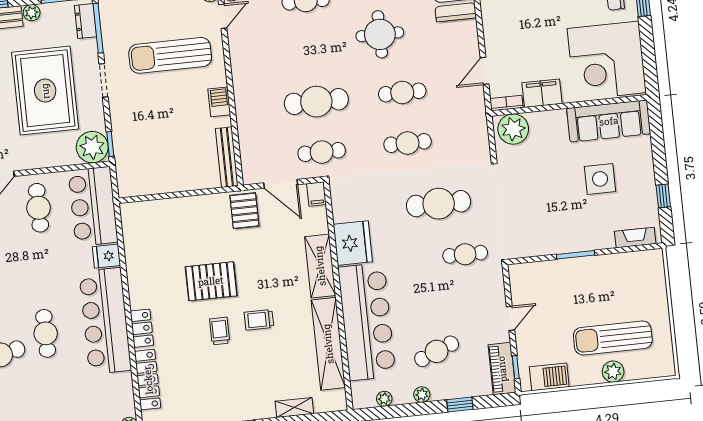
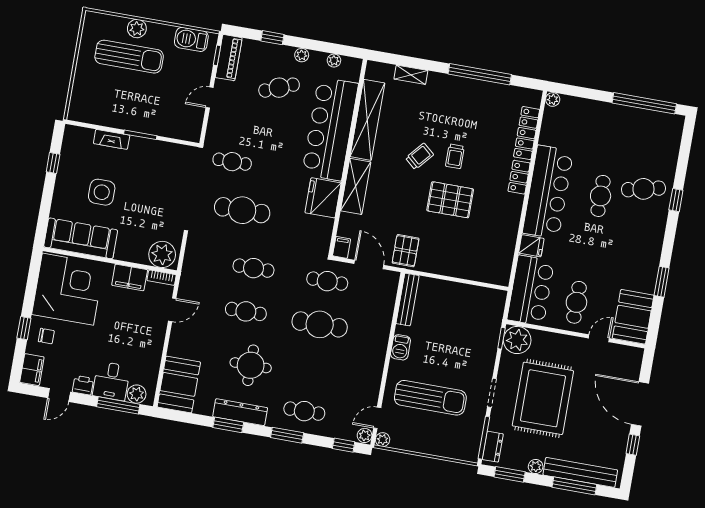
fireplace: (635, 238) -> (112, 139), moved
trolley: (259, 320) -> (420, 156), turned -49

